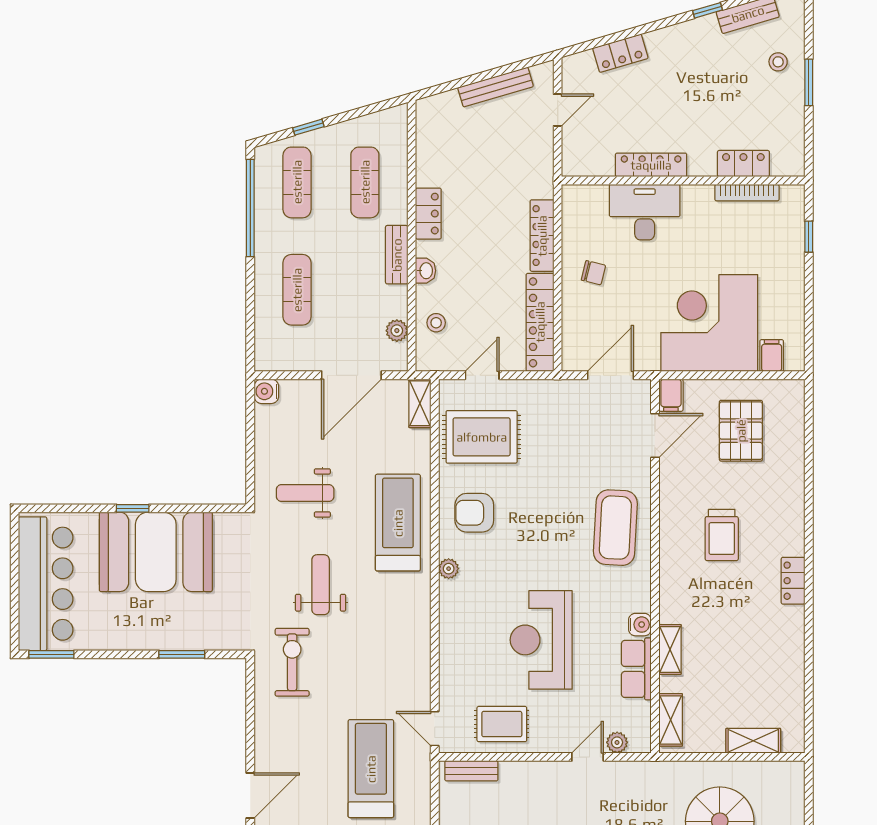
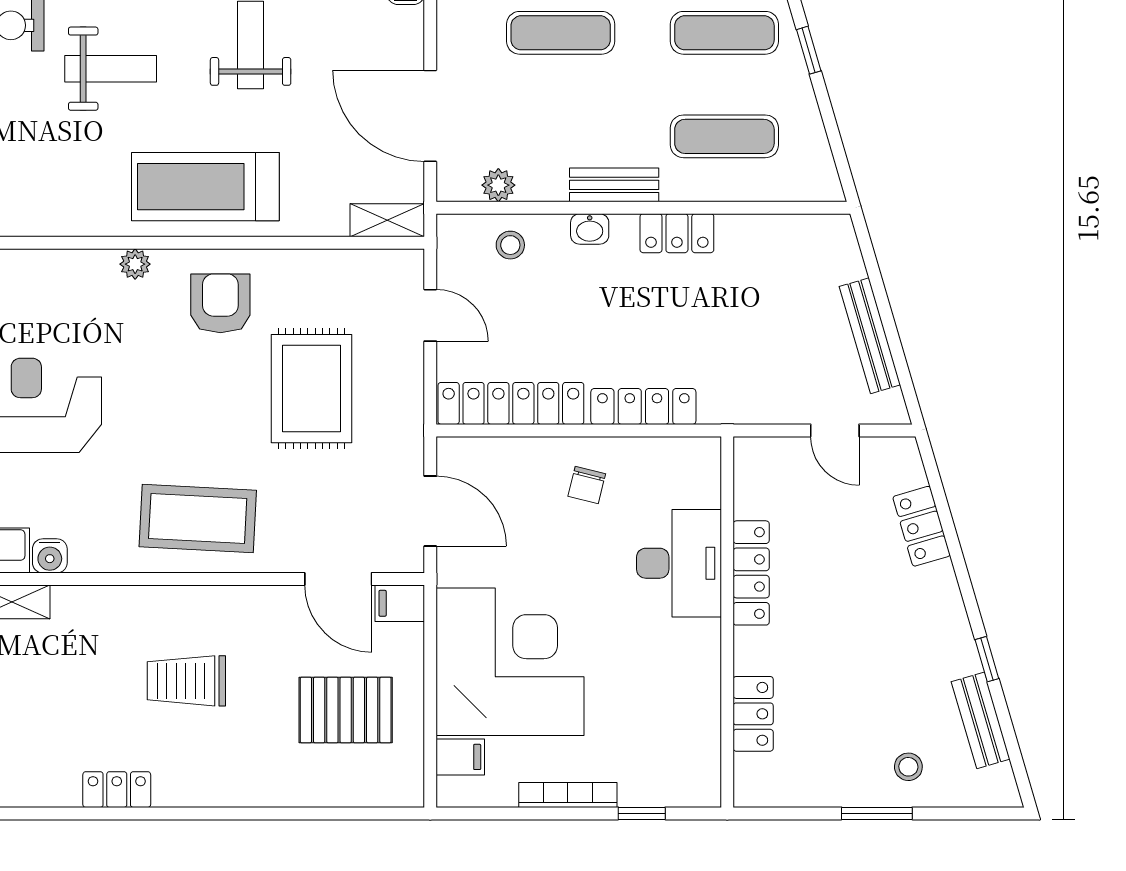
bookcase: (747, 193) -> (568, 795), moved, turned 90
rug: (482, 437) -> (311, 389), moved
treadmill: (398, 523) -> (205, 187), turned 180

